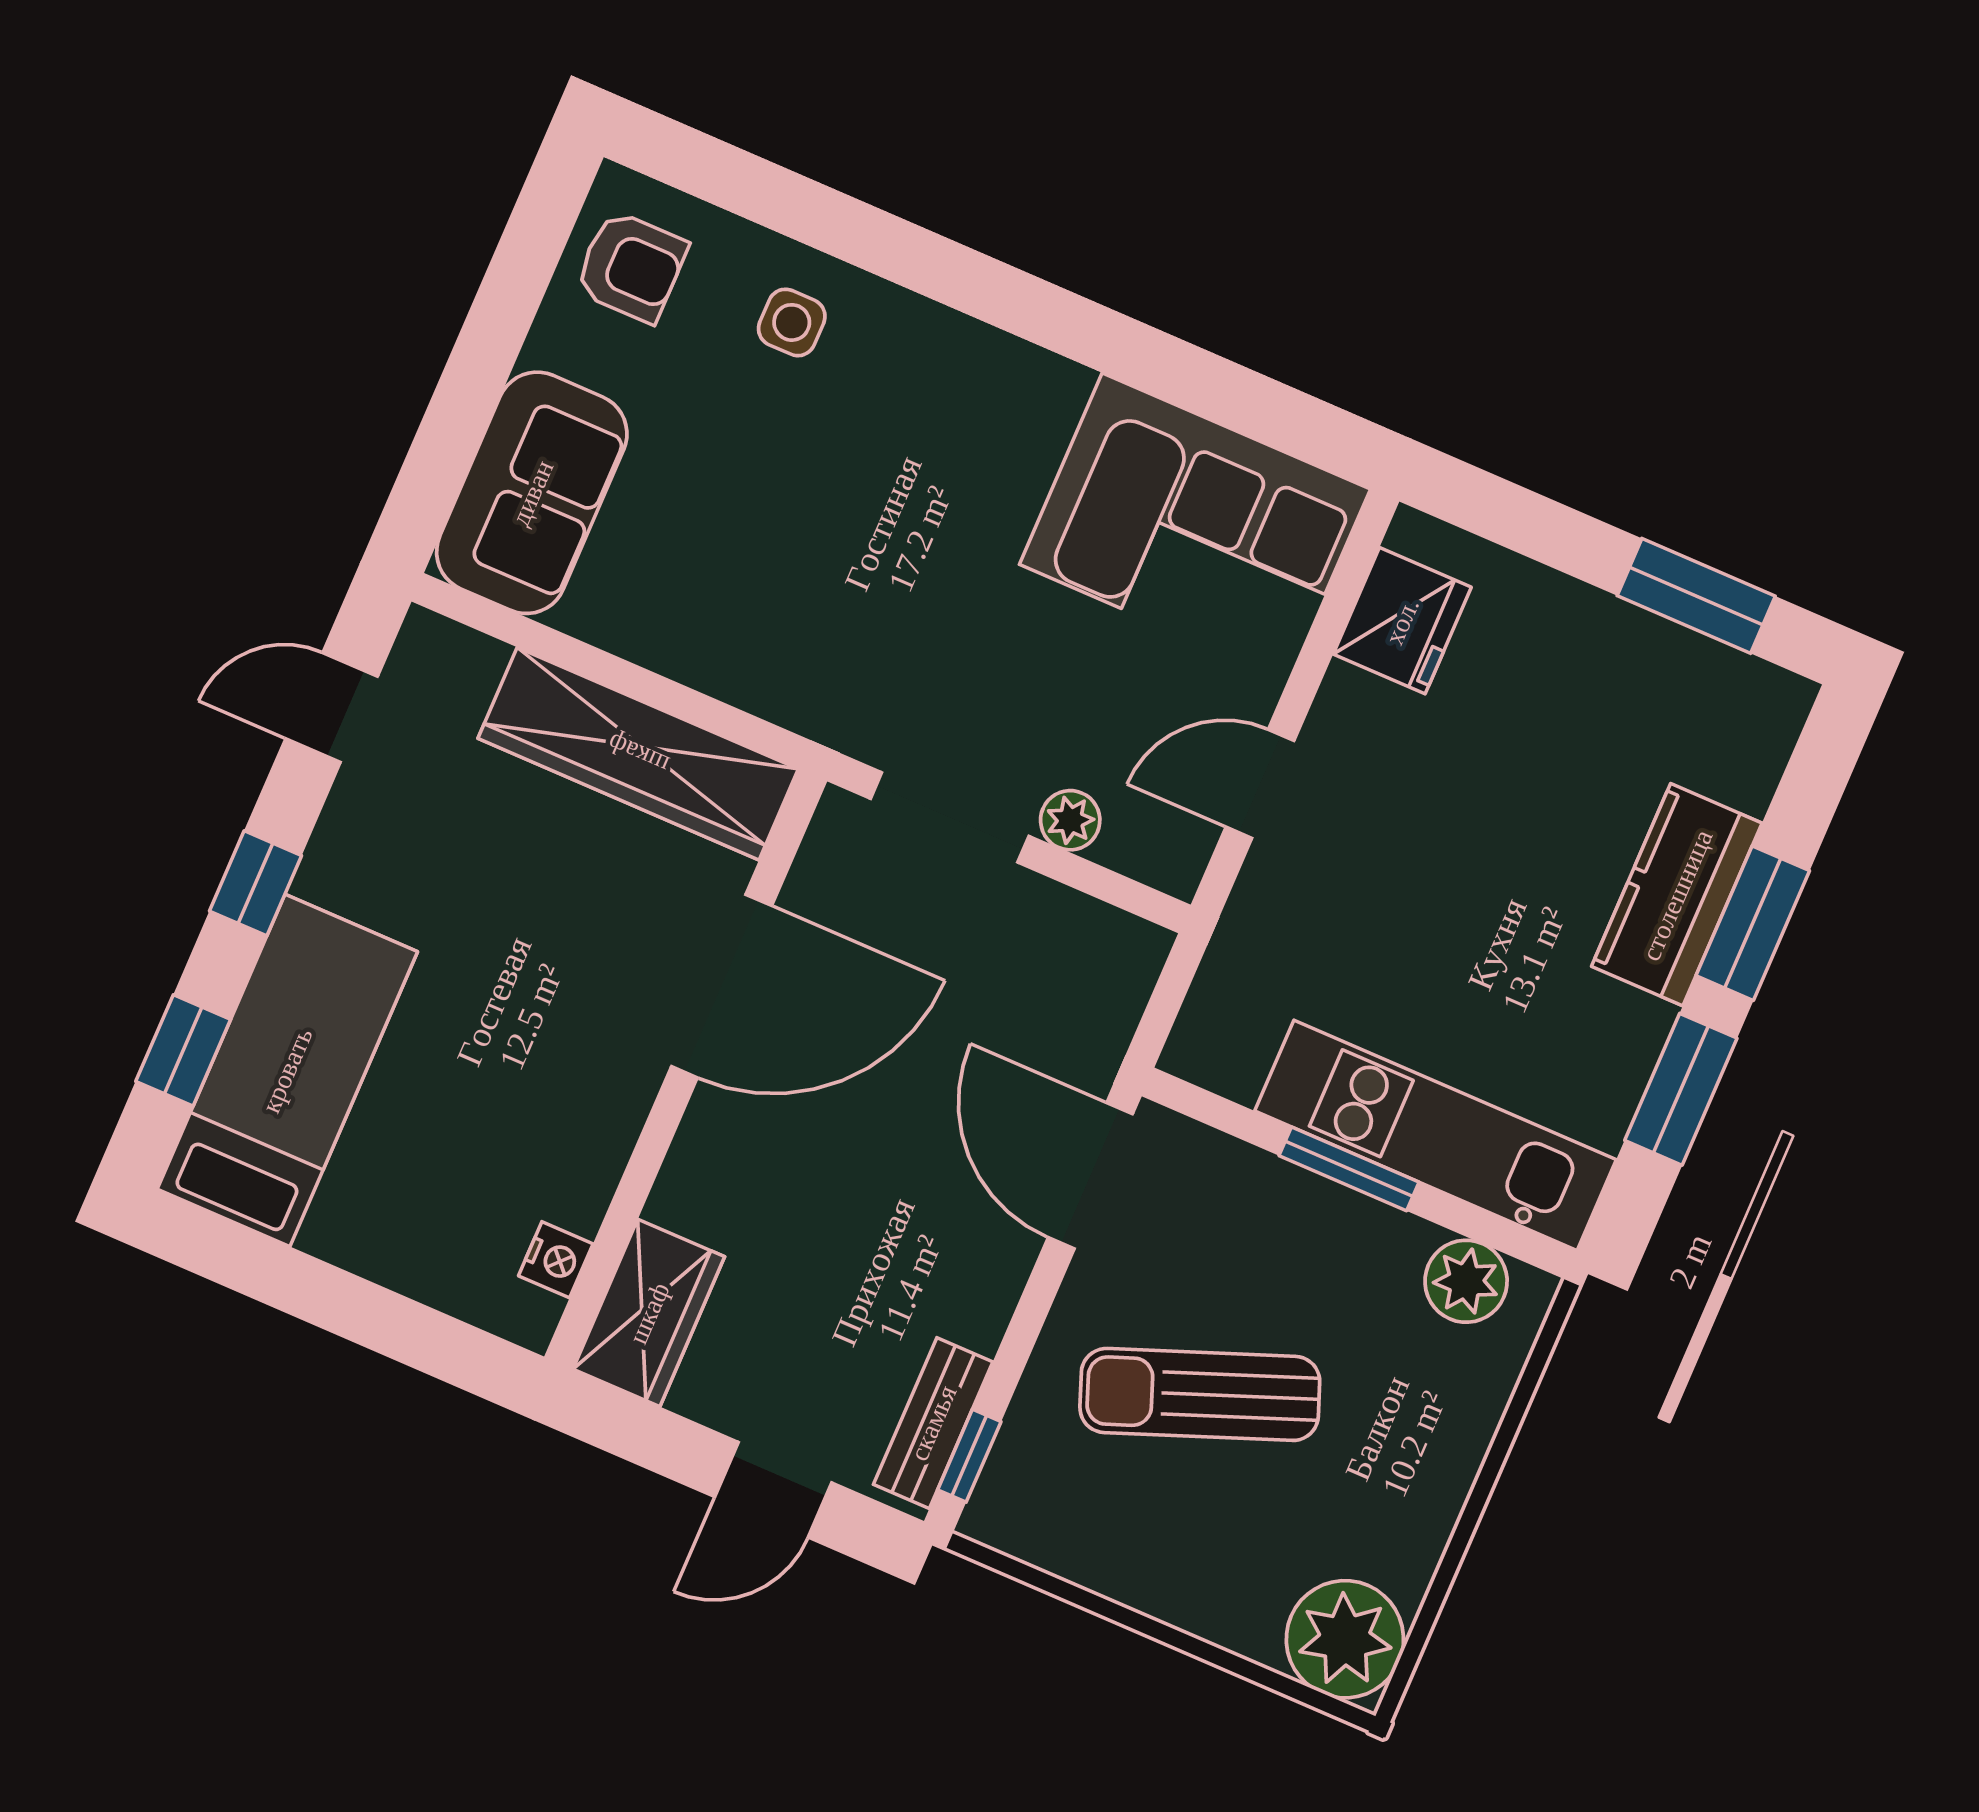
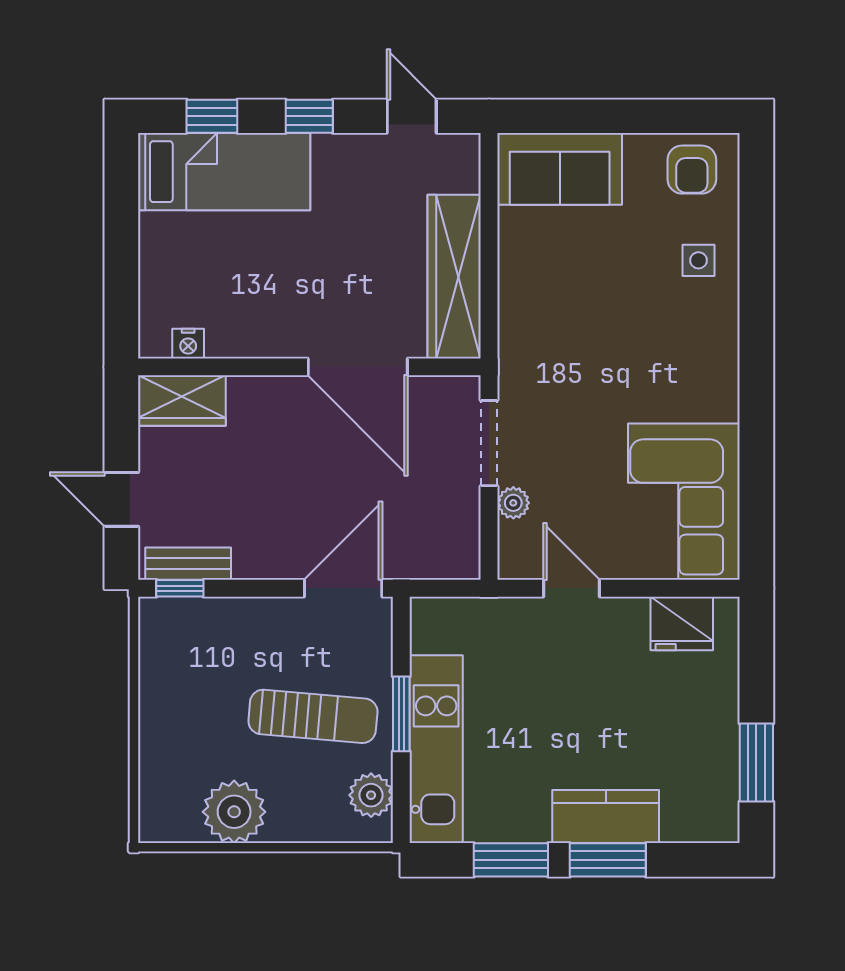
sun lounger: (1200, 1394) -> (313, 716), moved, turned 116
plant: (1345, 1639) -> (234, 812), moved

